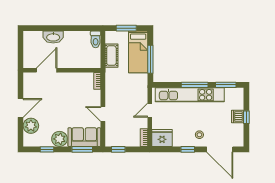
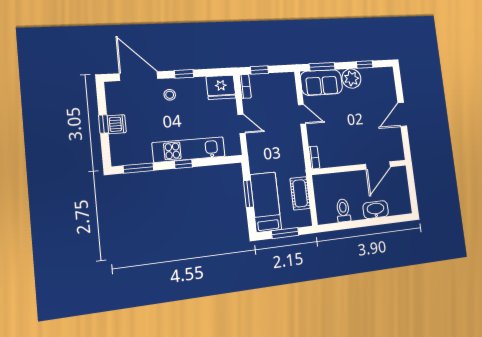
toilet: (96, 39) -> (343, 210), moved
window: (150, 59) -> (248, 194), width x0.69
window: (195, 85) -> (183, 164), width x0.46
kitchen unit: (190, 95) -> (189, 150), width x0.73
door: (150, 110) -> (242, 124), hinge flipped
plant: (31, 126) -> (387, 93), removed
window: (118, 149) -> (259, 70), moved

